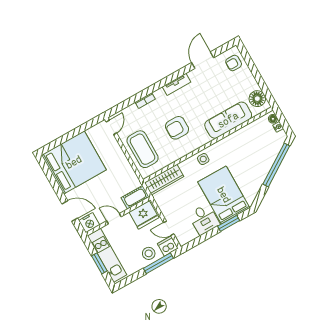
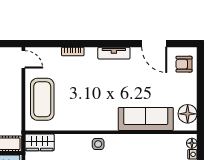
door: (203, 60) -> (154, 44), swing flipped
door: (111, 127) -> (23, 59), hinge flipped
armchair: (177, 128) -> (89, 97), removed
wardrobe: (164, 180) -> (40, 142), width x0.67

